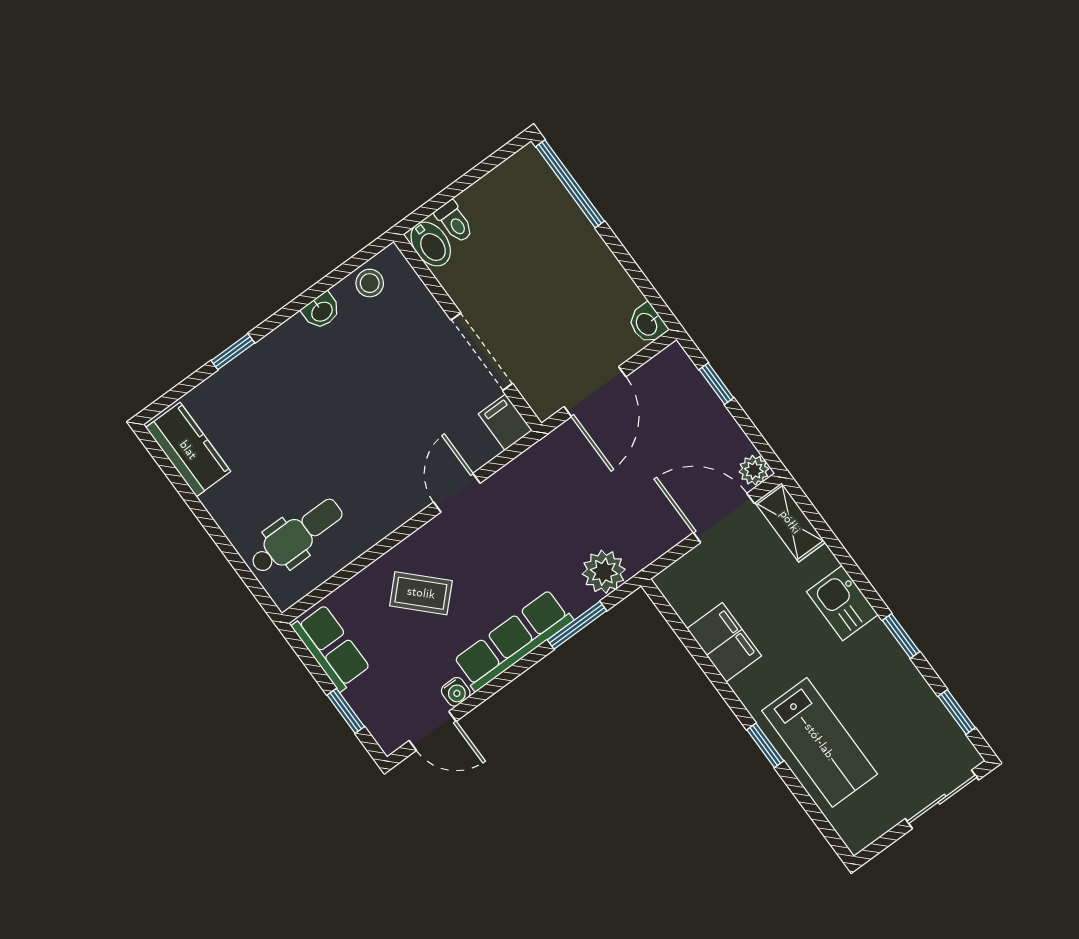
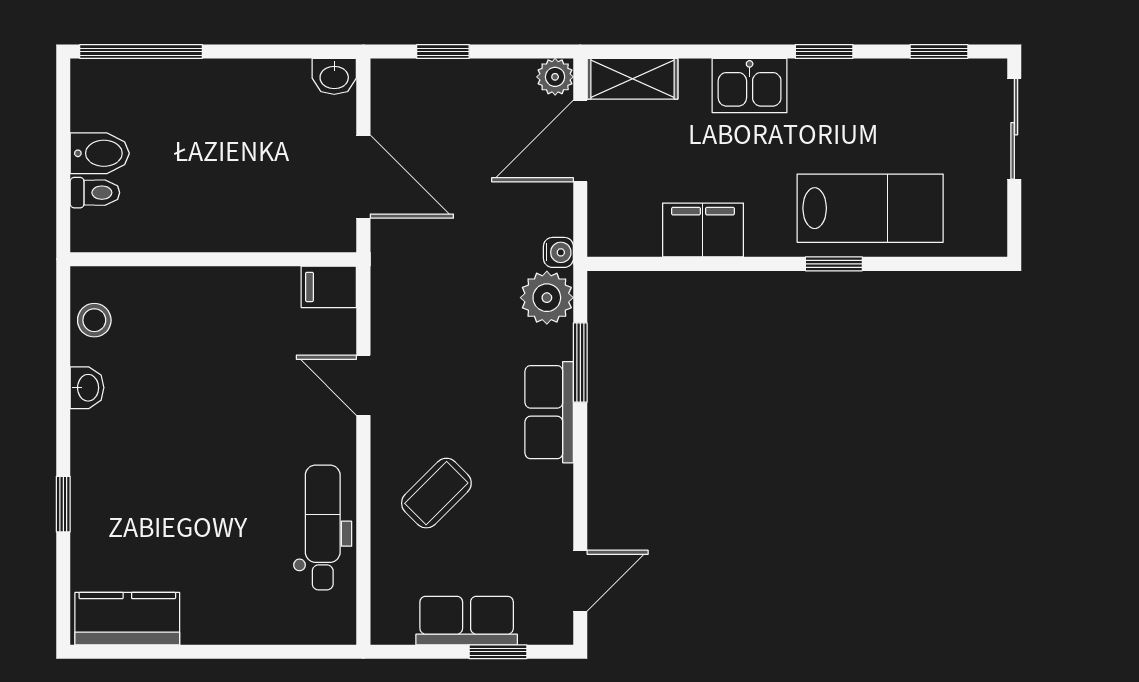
bidet: (431, 244) -> (100, 153), moved
doorway: (482, 352) -> (243, 259), removed
dental chair: (296, 536) -> (323, 527), moved
row of seats: (513, 640) -> (549, 412), width x0.68
row of seats: (331, 648) -> (467, 621), moved
water cooler: (456, 692) -> (558, 252), moved

